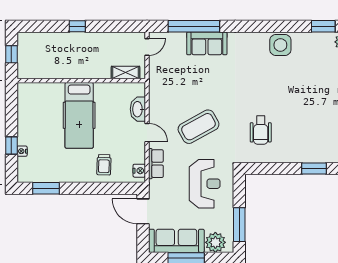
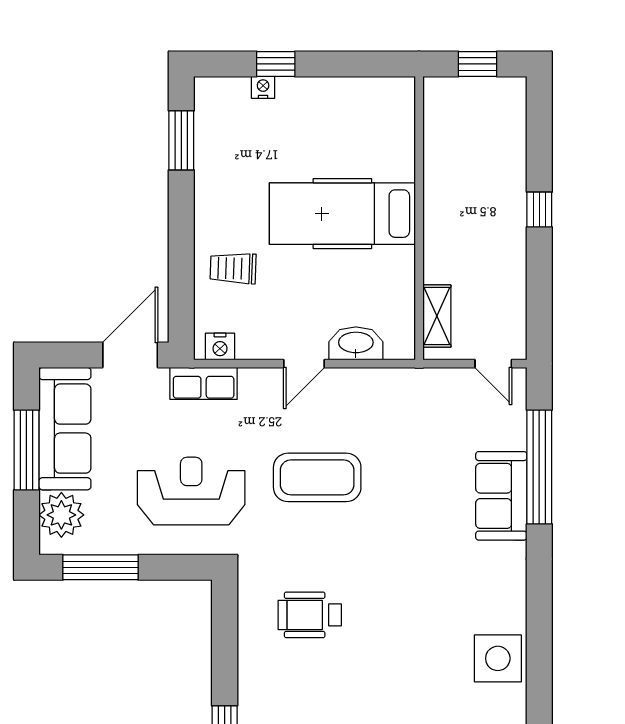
coffee table: (198, 127) -> (317, 477), turned -61
row of seats: (156, 164) -> (204, 383), moved
reception desk: (205, 184) -> (191, 491), turned 180

